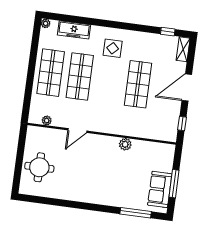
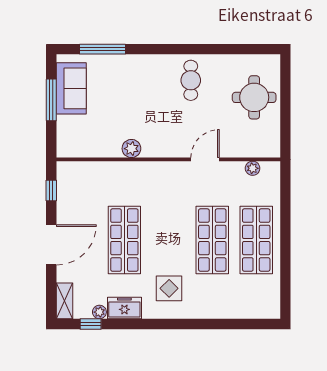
plant: (46, 23) -> (99, 312), moved
freezer: (74, 30) -> (124, 308), moved, width x0.71
cafe table: (80, 184) -> (191, 80), added

